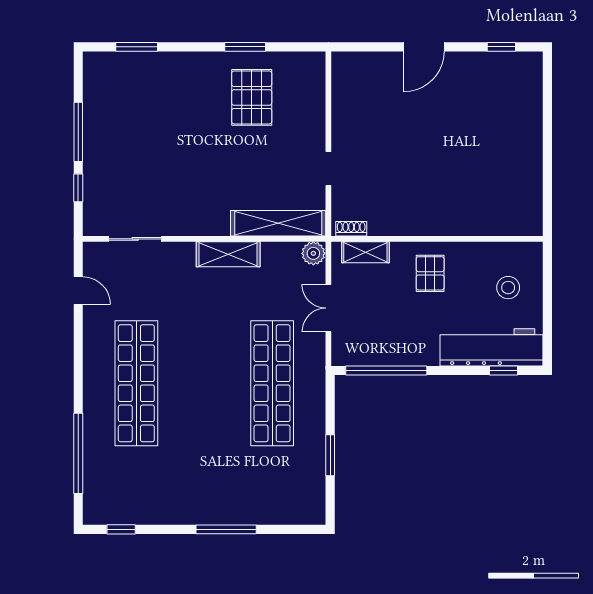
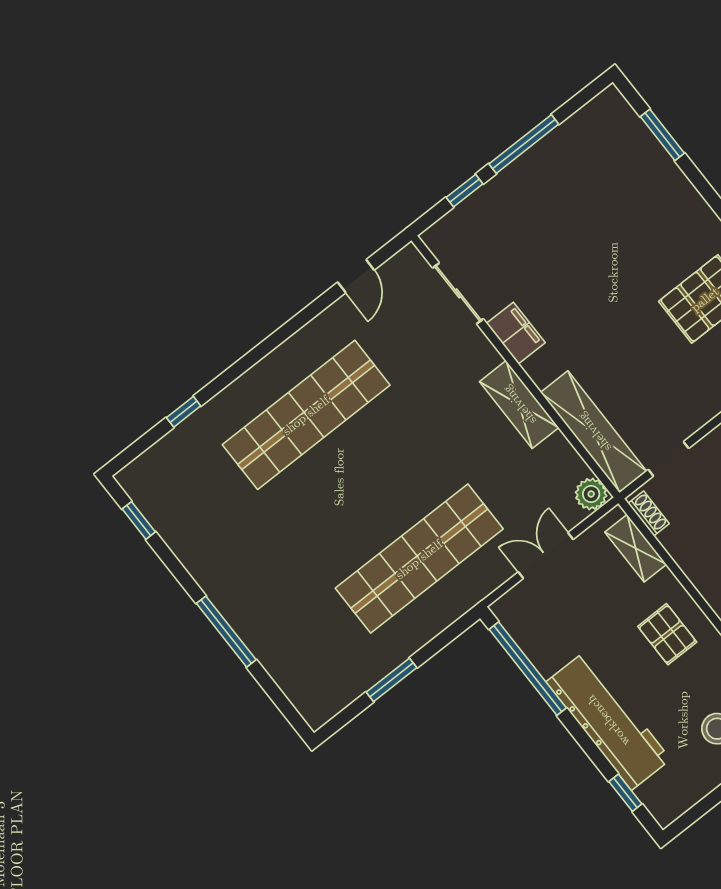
doorway: (328, 169) -> (668, 459), moved
filing cabinet: (185, 223) -> (516, 333), added
pallet: (430, 273) -> (667, 634), turned 90
workbench: (491, 347) -> (608, 721), moved
window: (78, 453) -> (184, 412), width x0.32

